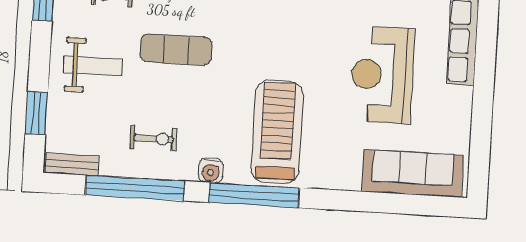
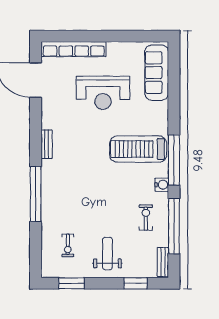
exercise mat: (176, 50) -> (96, 208), removed

